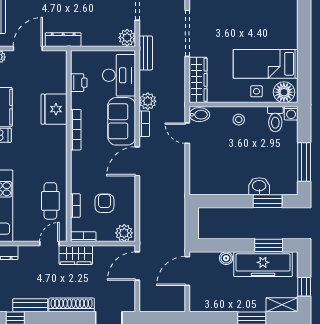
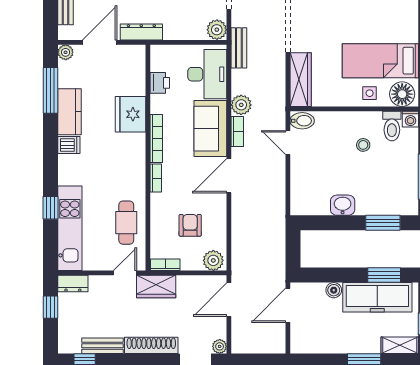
stool: (239, 120) -> (363, 145), moved
washbasin: (259, 186) -> (343, 205), moved
bookcase: (75, 206) -> (156, 178), moved
plant: (129, 306) -> (220, 346), added

